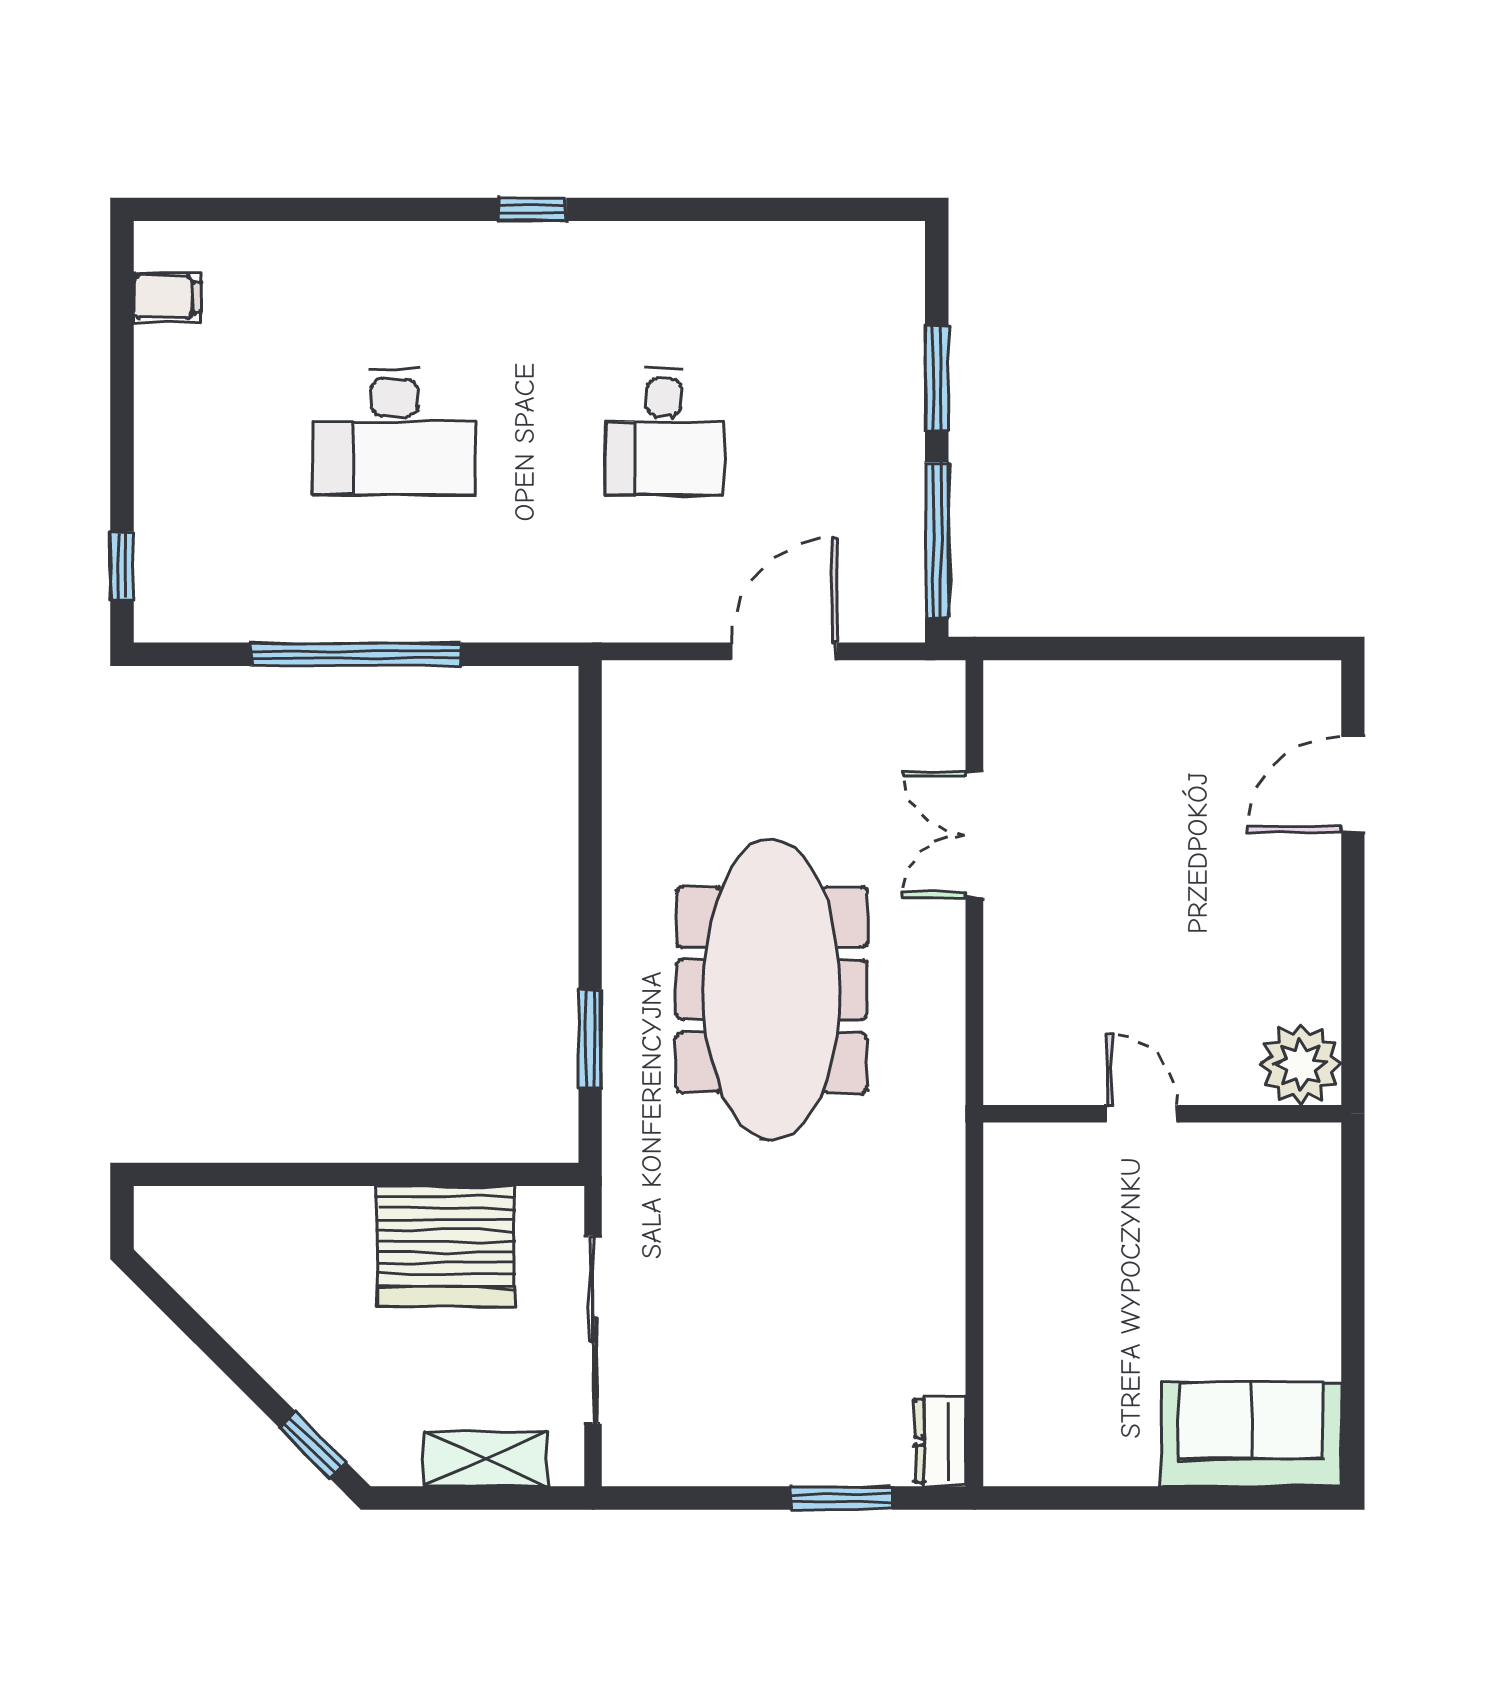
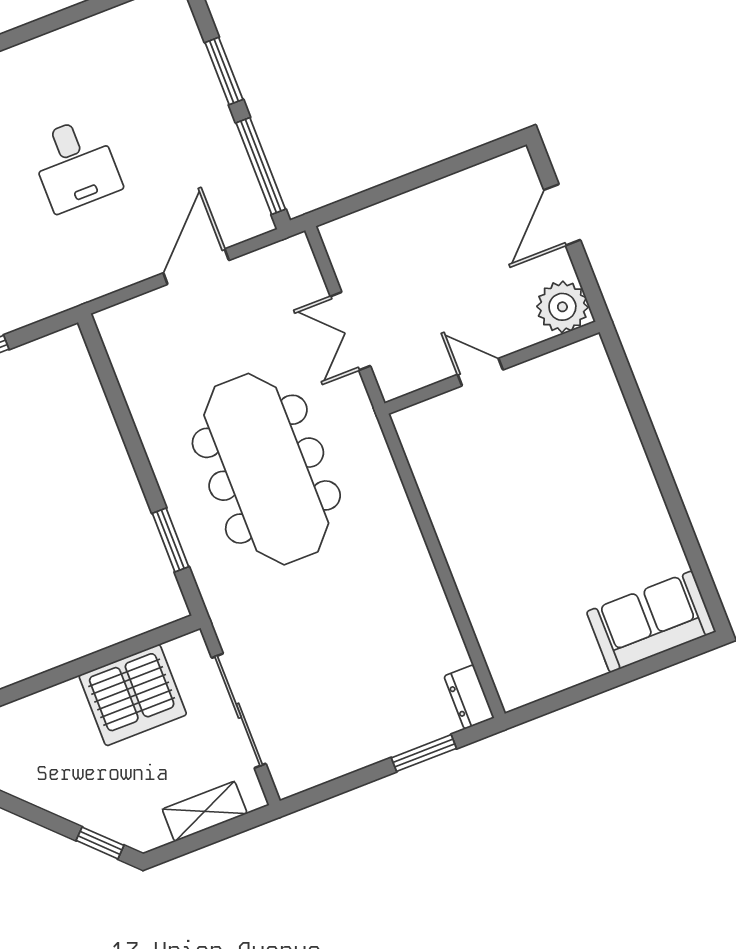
plant: (1301, 1064) -> (562, 307), moved
door: (1142, 1114) -> (480, 372), moved
wall: (1162, 1114) -> (492, 368), moved

